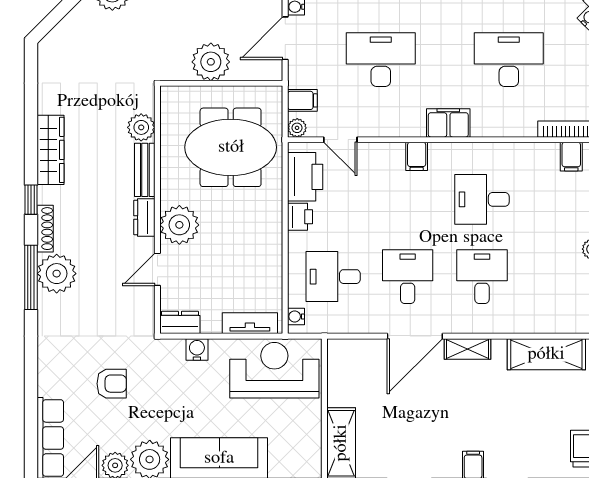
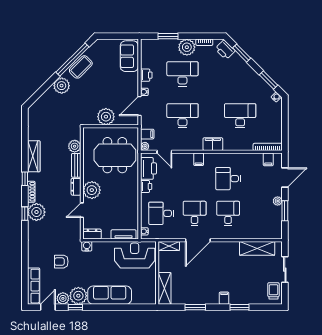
window: (31, 277) -> (25, 214), width x0.46
water cooler: (197, 349) -> (87, 246), moved
shelving: (468, 349) -> (169, 246), moved
armchair: (112, 384) -> (61, 262), turned 180

